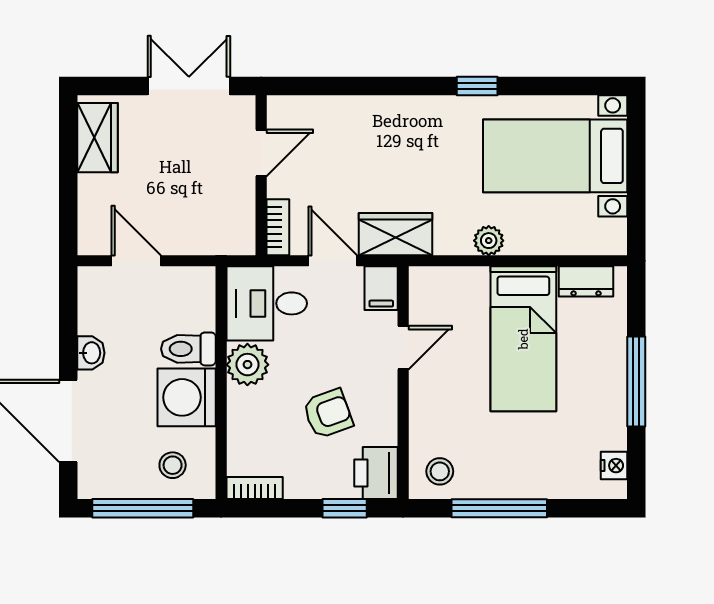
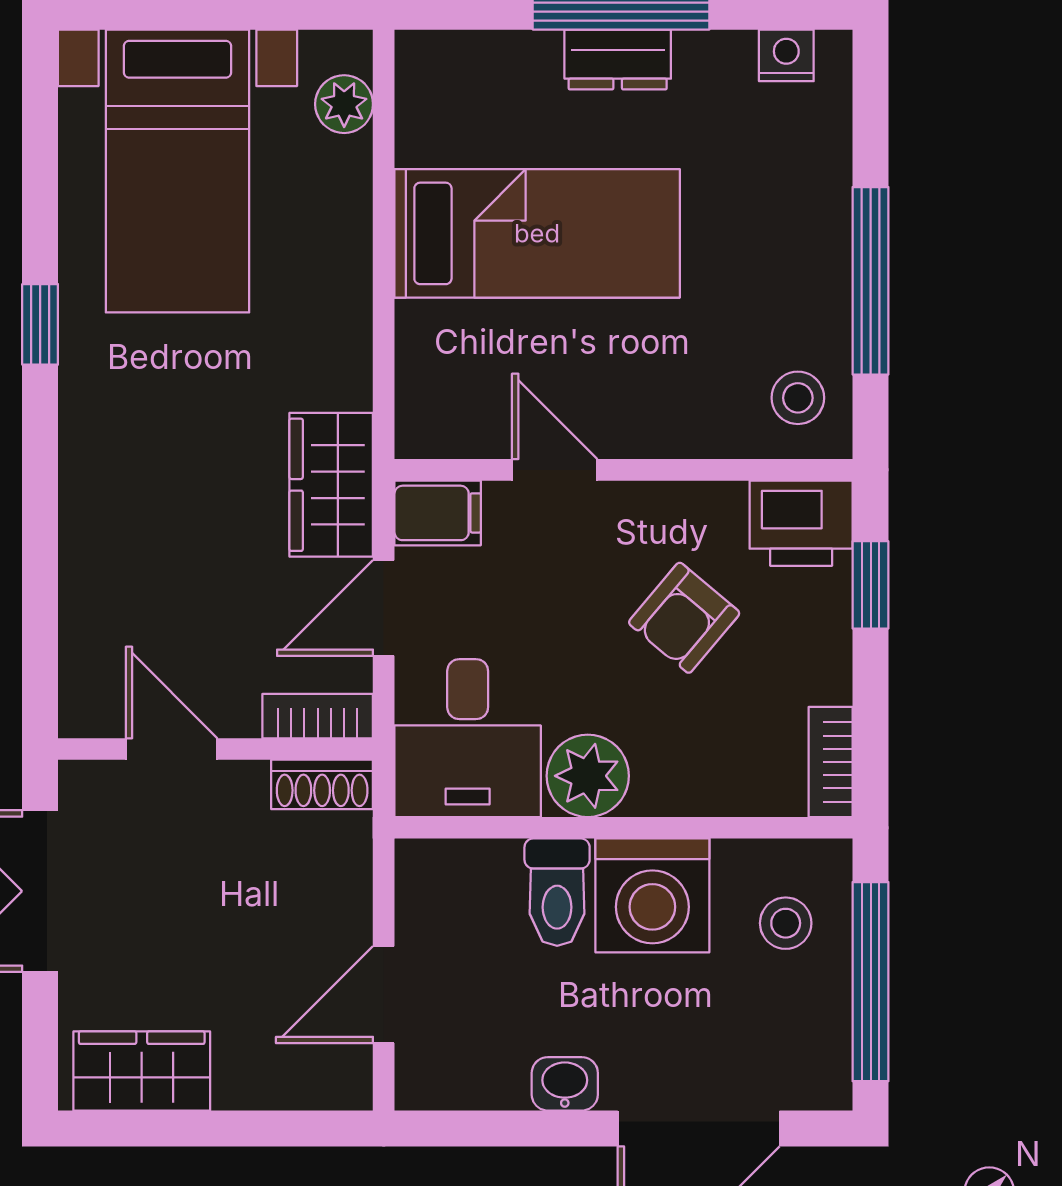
shoe rack: (243, 229) -> (322, 784), added
plant: (489, 241) -> (344, 104), moved
dresser: (586, 281) -> (618, 60), moved, turned 90
armchair: (328, 414) -> (684, 618), turned -120

